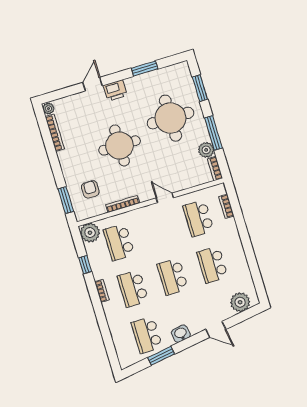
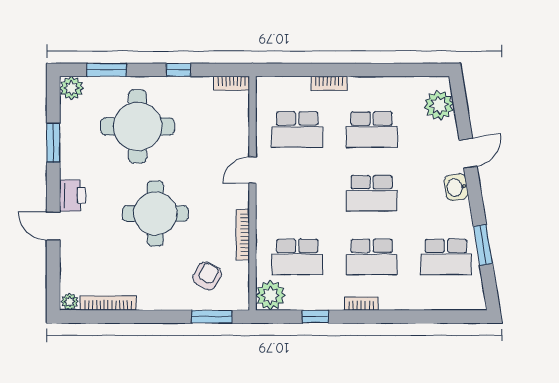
window: (213, 133) -> (178, 70), width x0.46
plant: (206, 150) -> (71, 88), moved
armchair: (90, 189) -> (207, 276), turned 119
bookcase: (226, 206) -> (329, 83), moved
washbasin: (181, 334) -> (456, 187), moved

